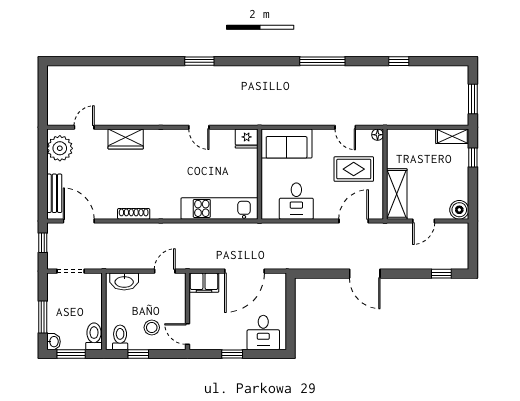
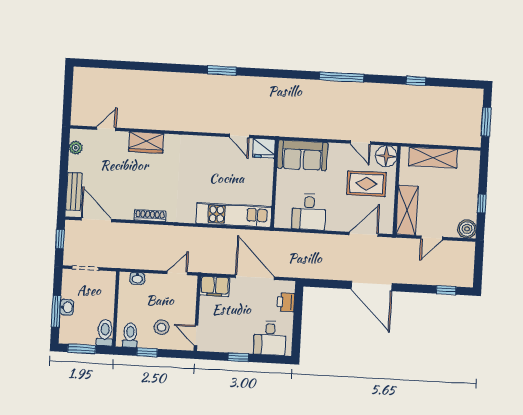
door: (199, 127) -> (239, 136), moved
floor lamp: (378, 135) -> (386, 156), width x1.89, depth x1.89
shelving: (452, 136) -> (433, 158), moved, width x1.50, depth x1.33
plant: (60, 148) -> (76, 148), width x0.53, depth x0.53
window: (473, 157) -> (482, 203), moved
door: (244, 271) -> (255, 277), swing flipped
door: (365, 274) -> (372, 286), width x1.36
washbasin: (124, 281) -> (137, 278), width x0.52, depth x0.69
printer: (278, 295) -> (286, 302), added
washbasin: (54, 342) -> (67, 307), moved

